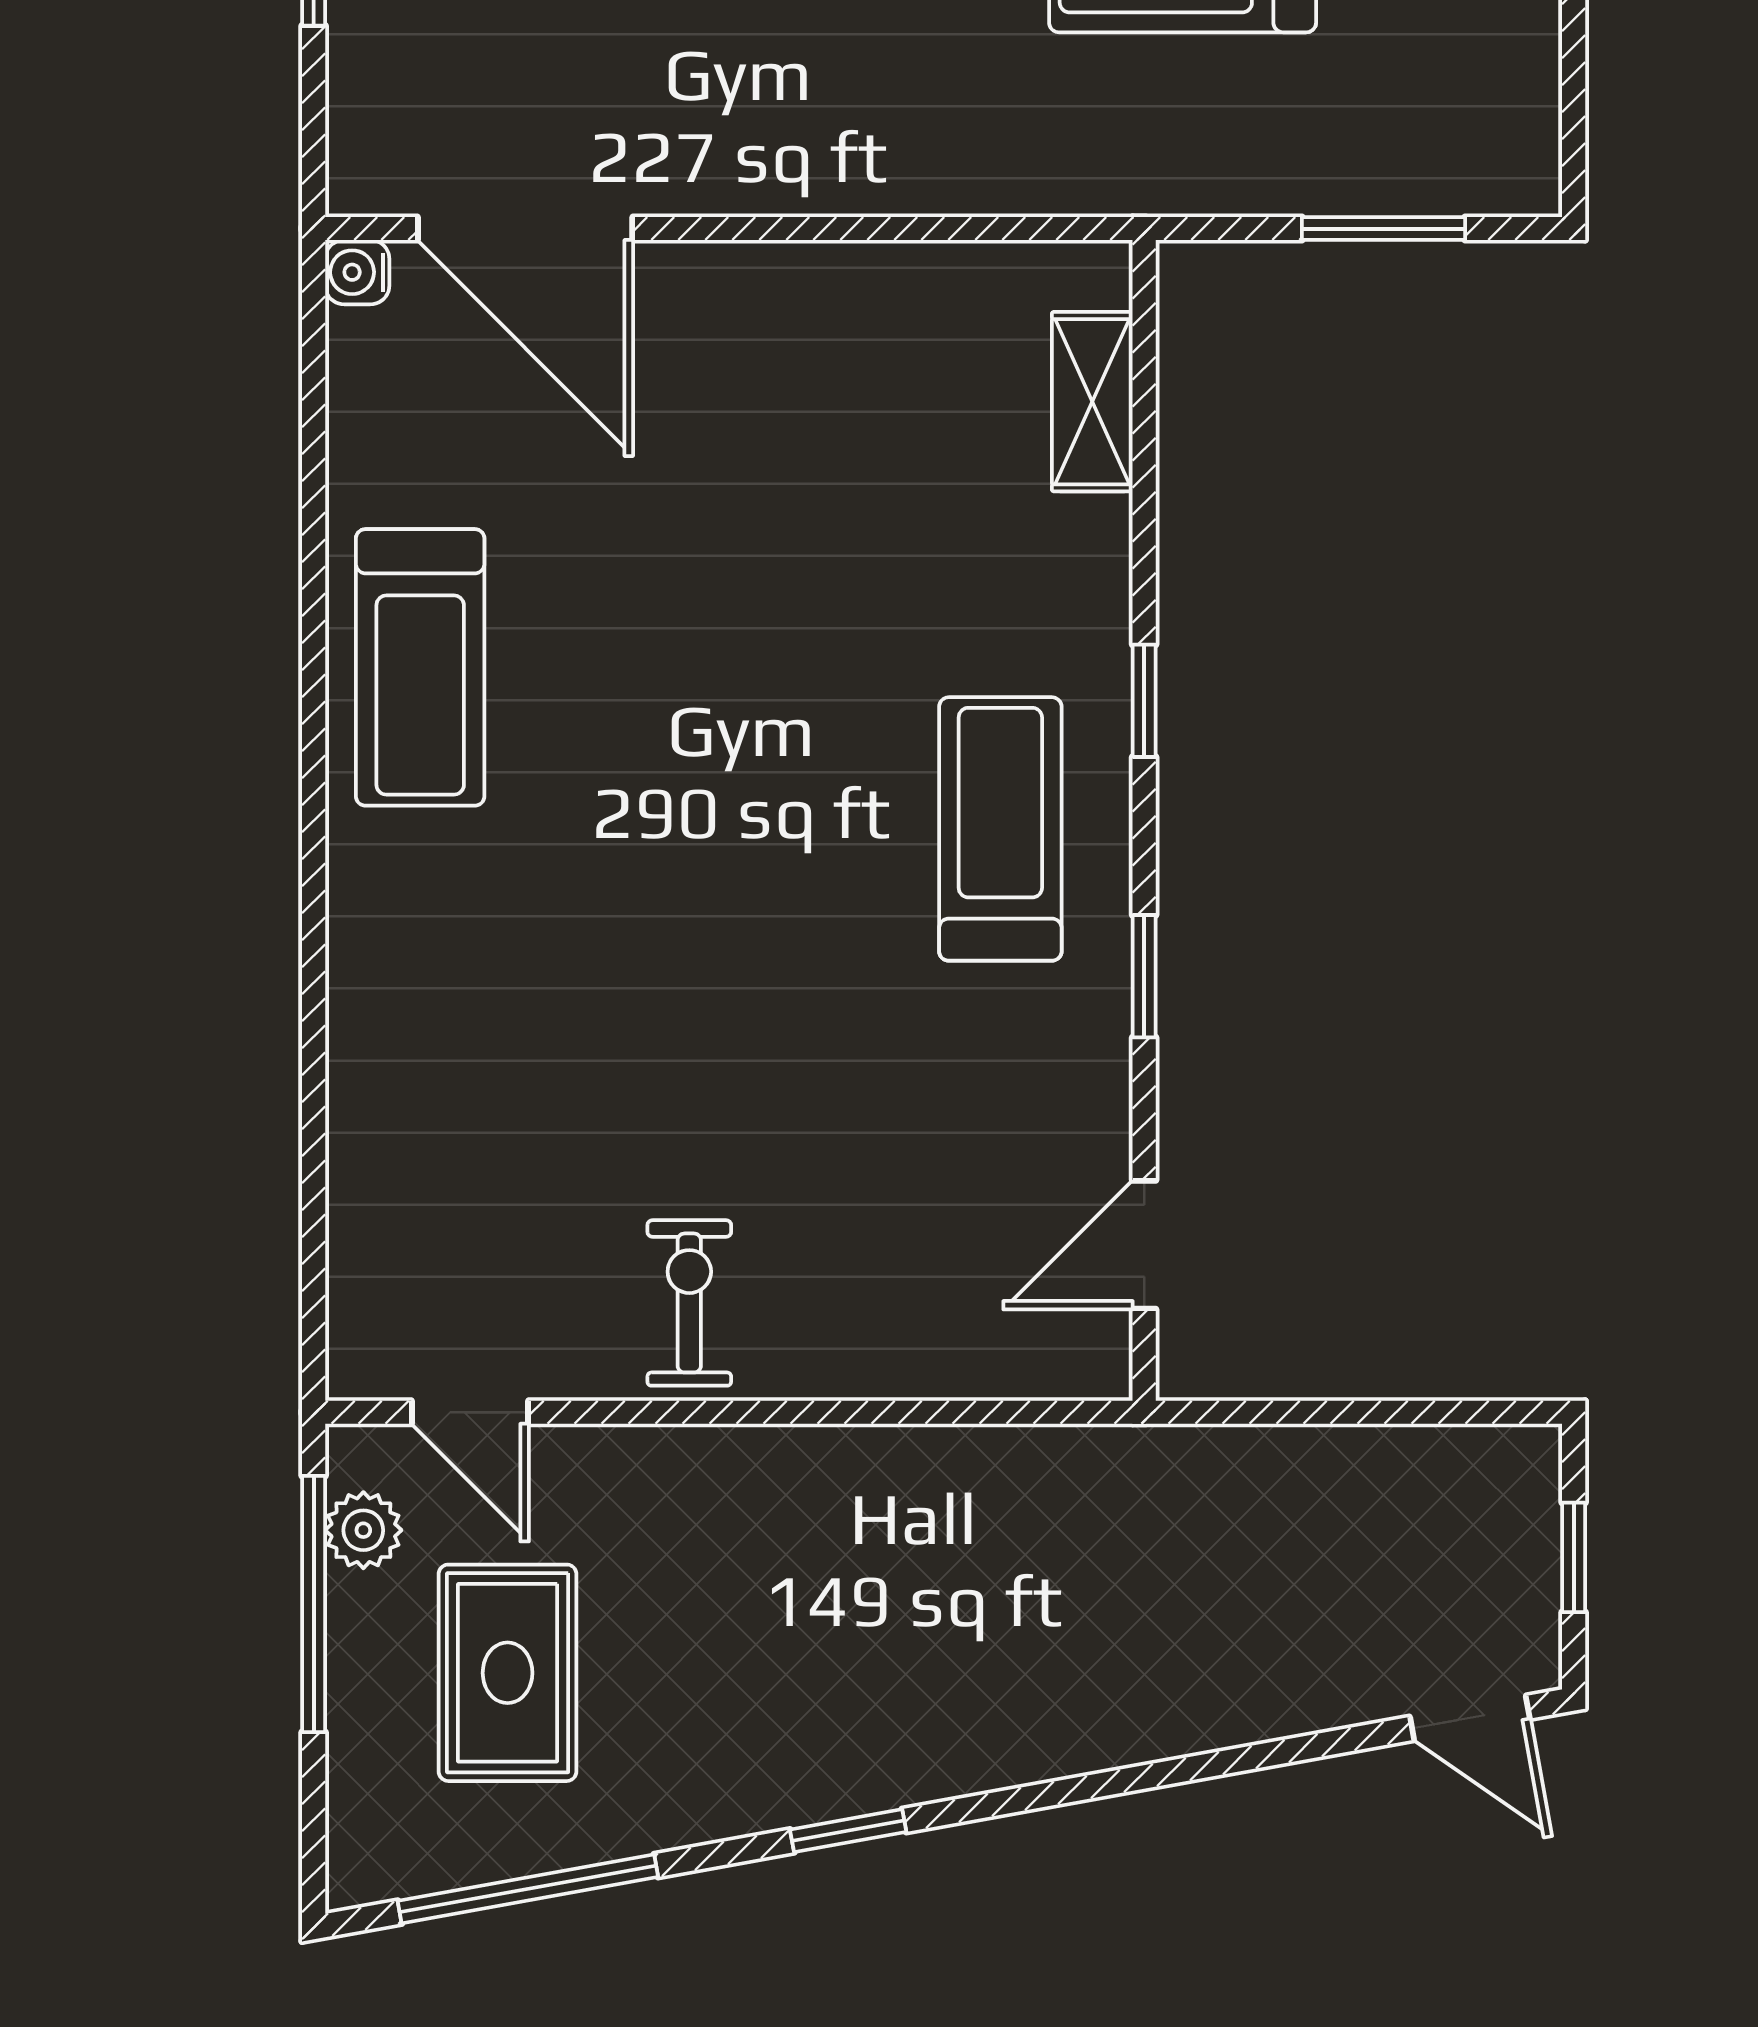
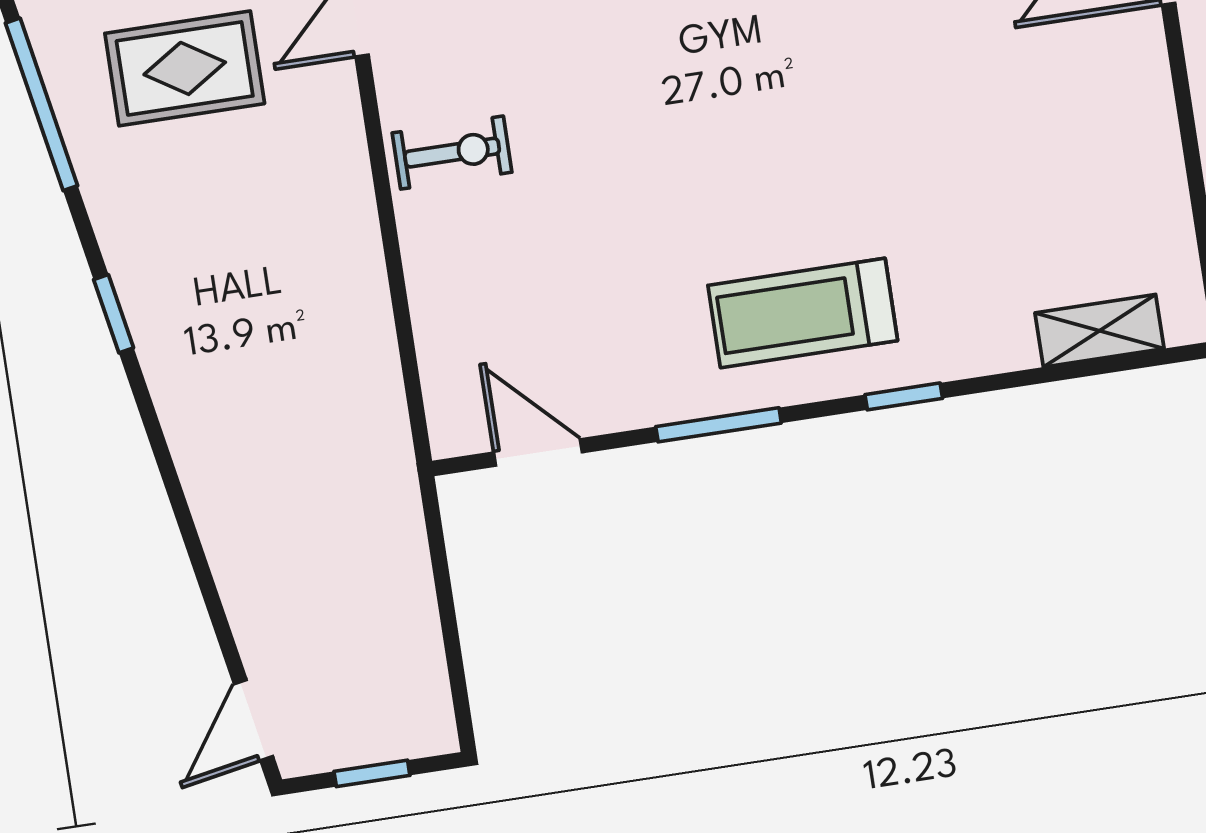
treadmill: (1000, 829) -> (803, 313), turned 180
window: (1144, 976) -> (719, 425), width x1.50

